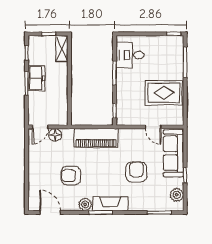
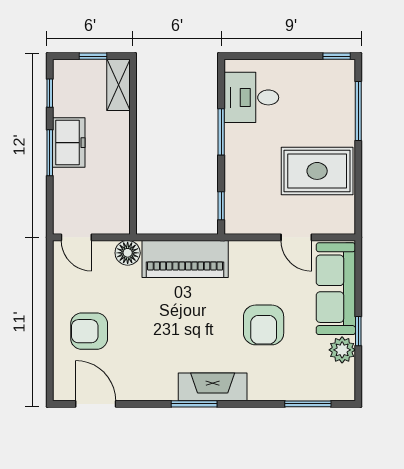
door: (40, 127) -> (76, 237), hinge flipped
floor lamp: (55, 135) -> (128, 253), moved
armchair: (136, 172) -> (264, 325), turned 180
armchair: (71, 176) -> (89, 331), moved
plant: (177, 195) -> (342, 350), moved
plant: (85, 204) -> (164, 388), removed

